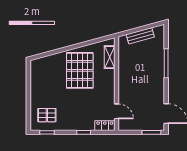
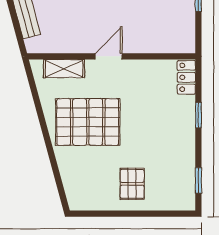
door: (116, 111) -> (109, 56), moved
pallet: (47, 115) -> (132, 184), moved

